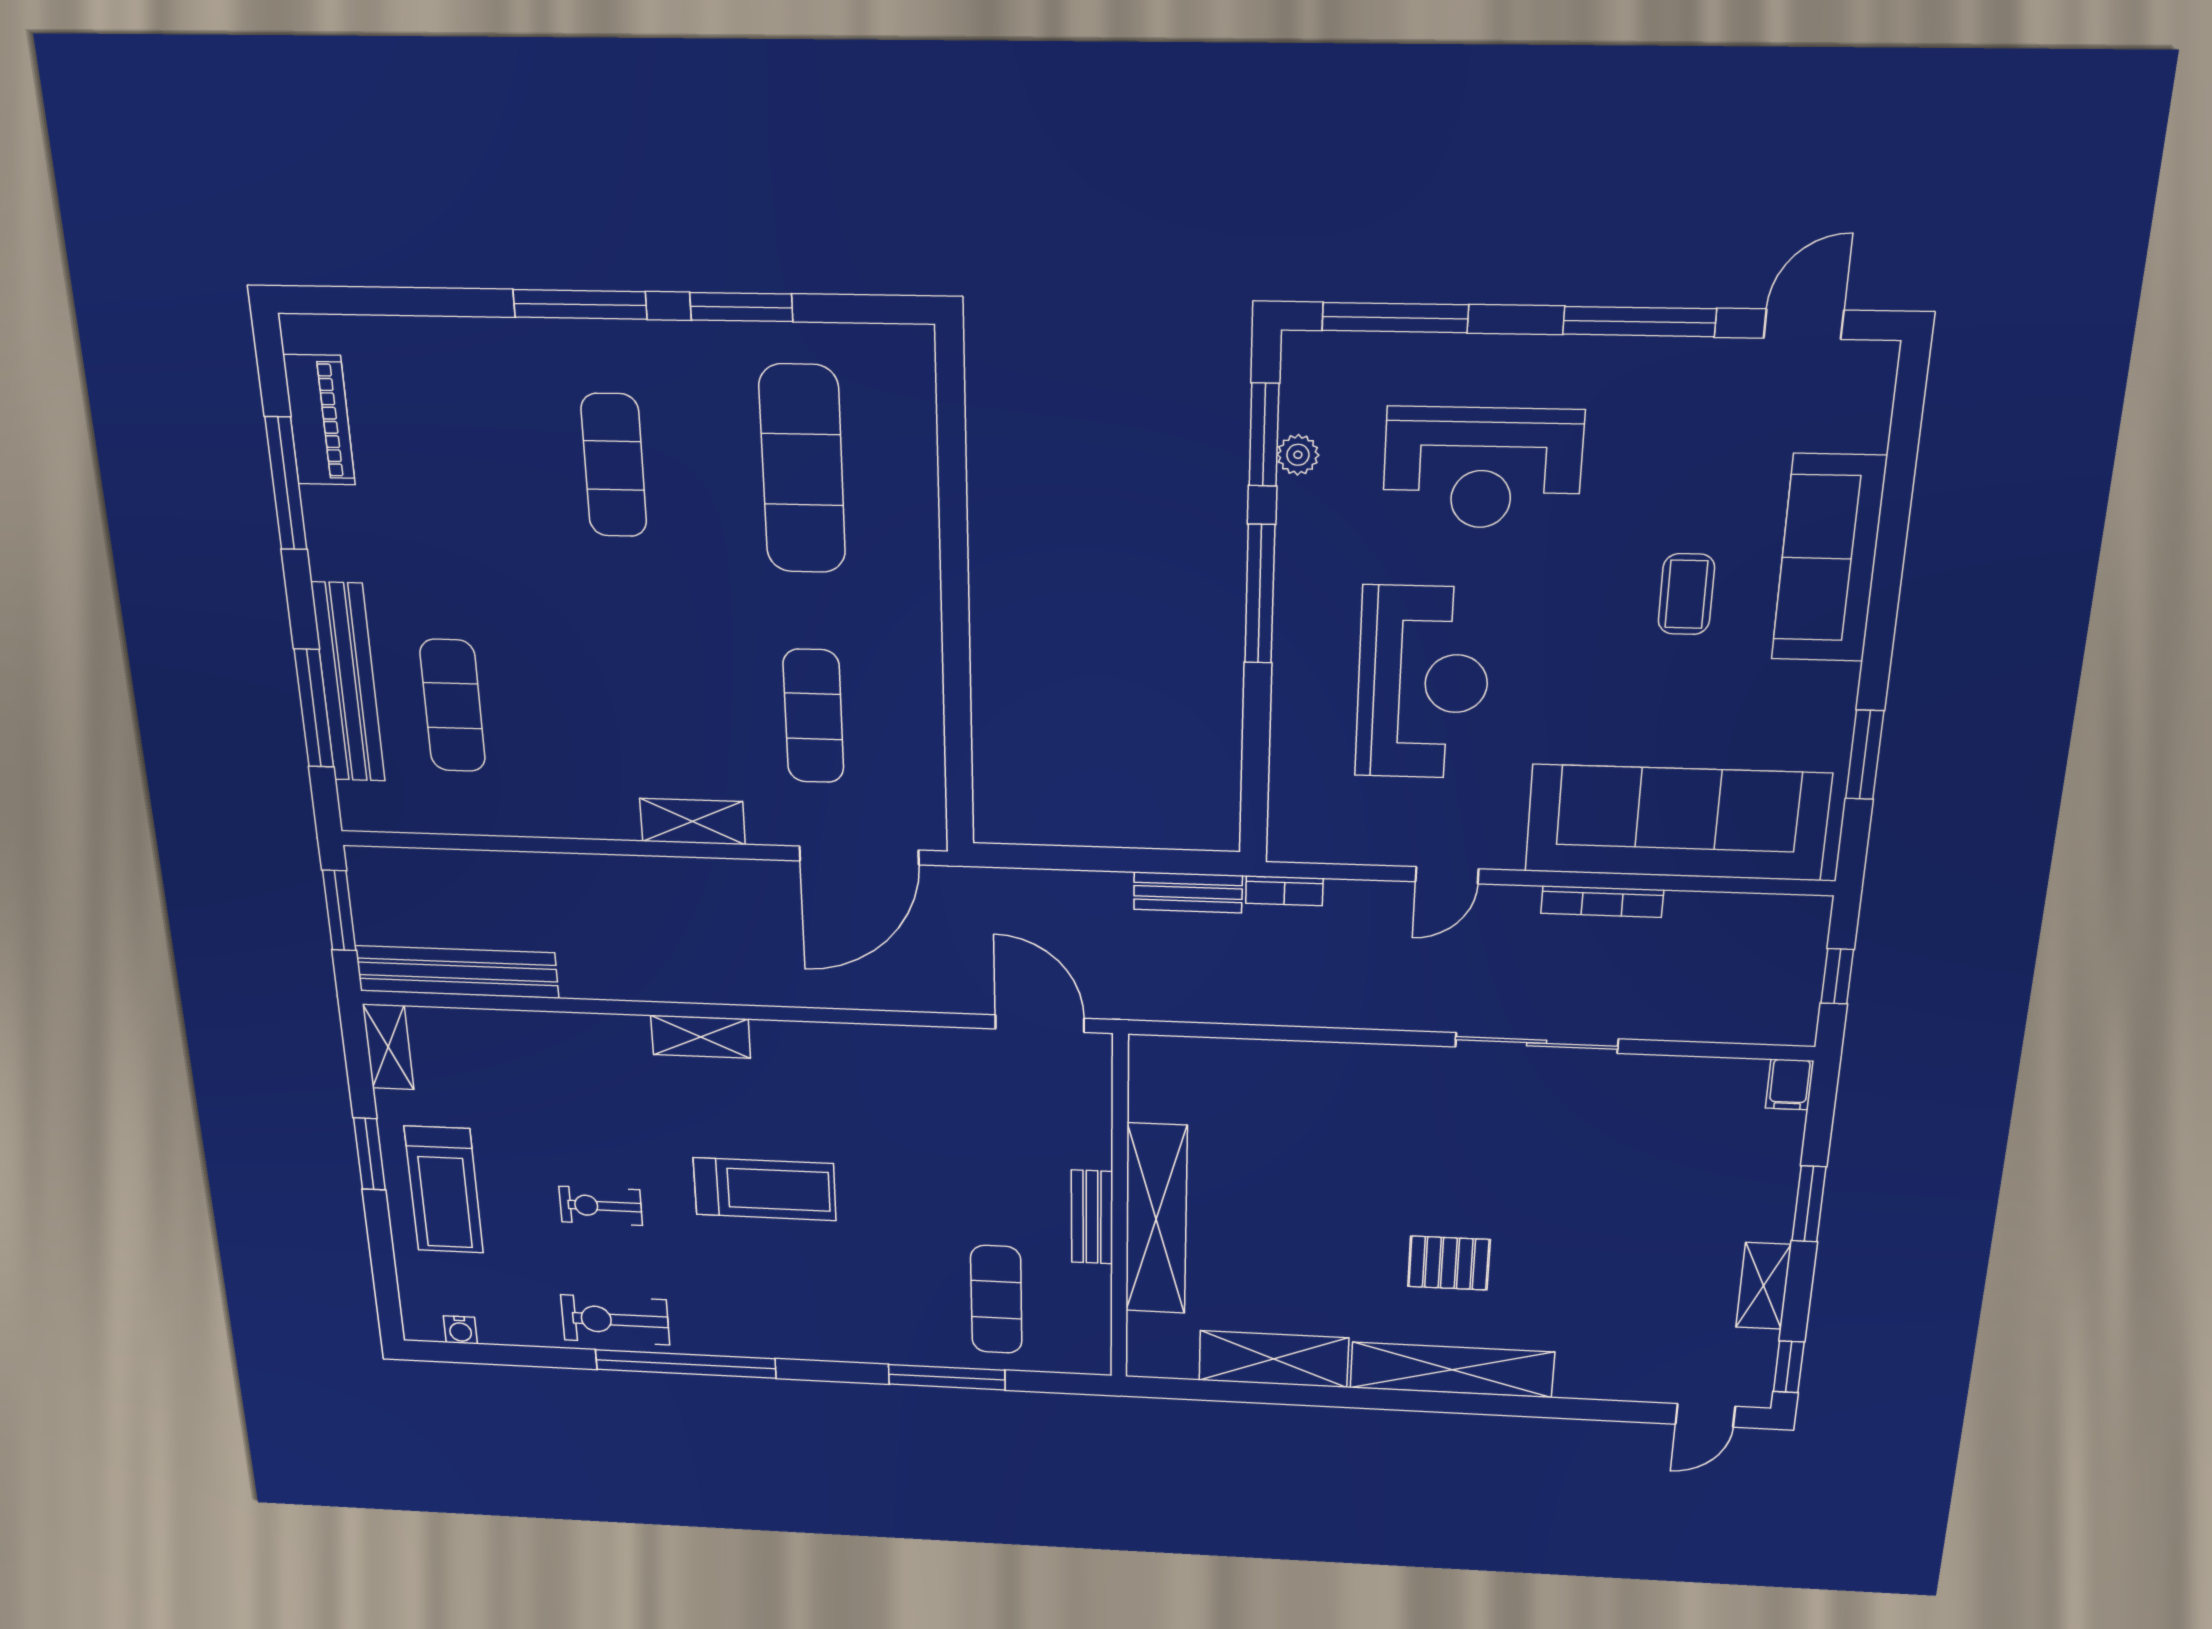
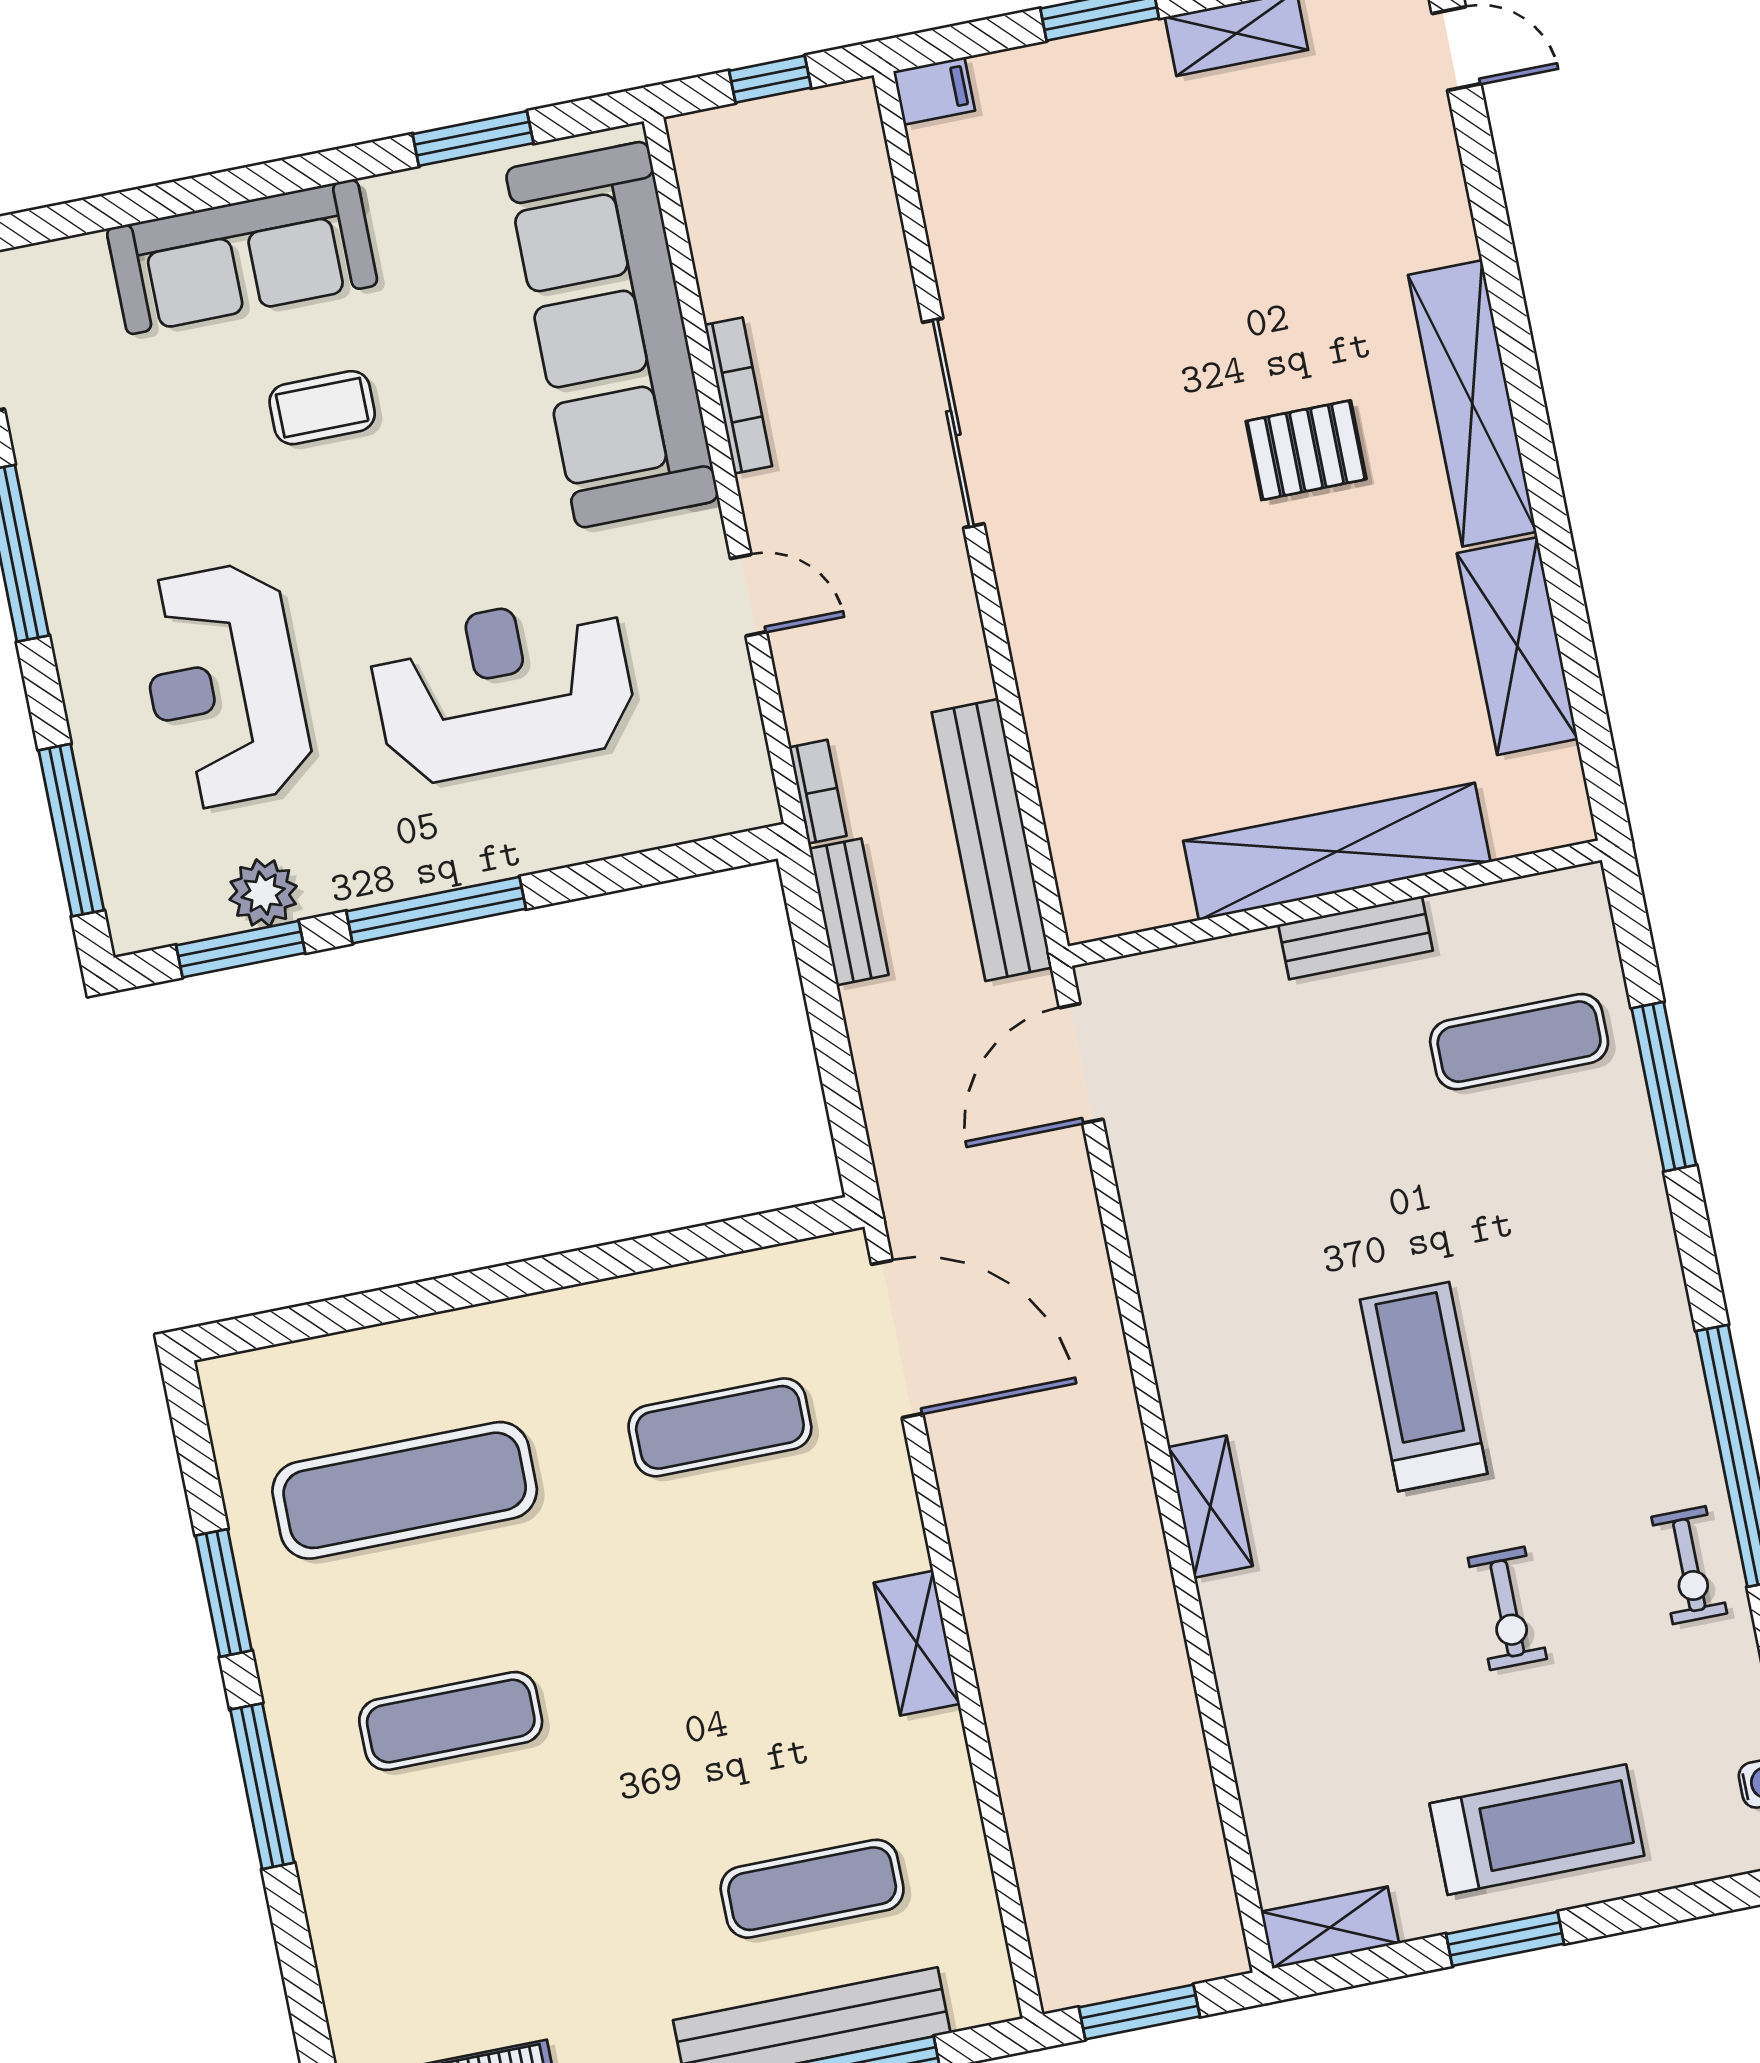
plant: (1298, 455) -> (263, 893), width x1.38, depth x1.38
reception desk: (1482, 468) -> (224, 686), turned 180
shelving: (692, 821) -> (917, 1643), moved
bench: (457, 972) -> (992, 840), moved
pallet: (1449, 1263) -> (1306, 450), turned 90
exercise bike: (615, 1320) -> (1689, 1565), width x0.73, depth x0.72

